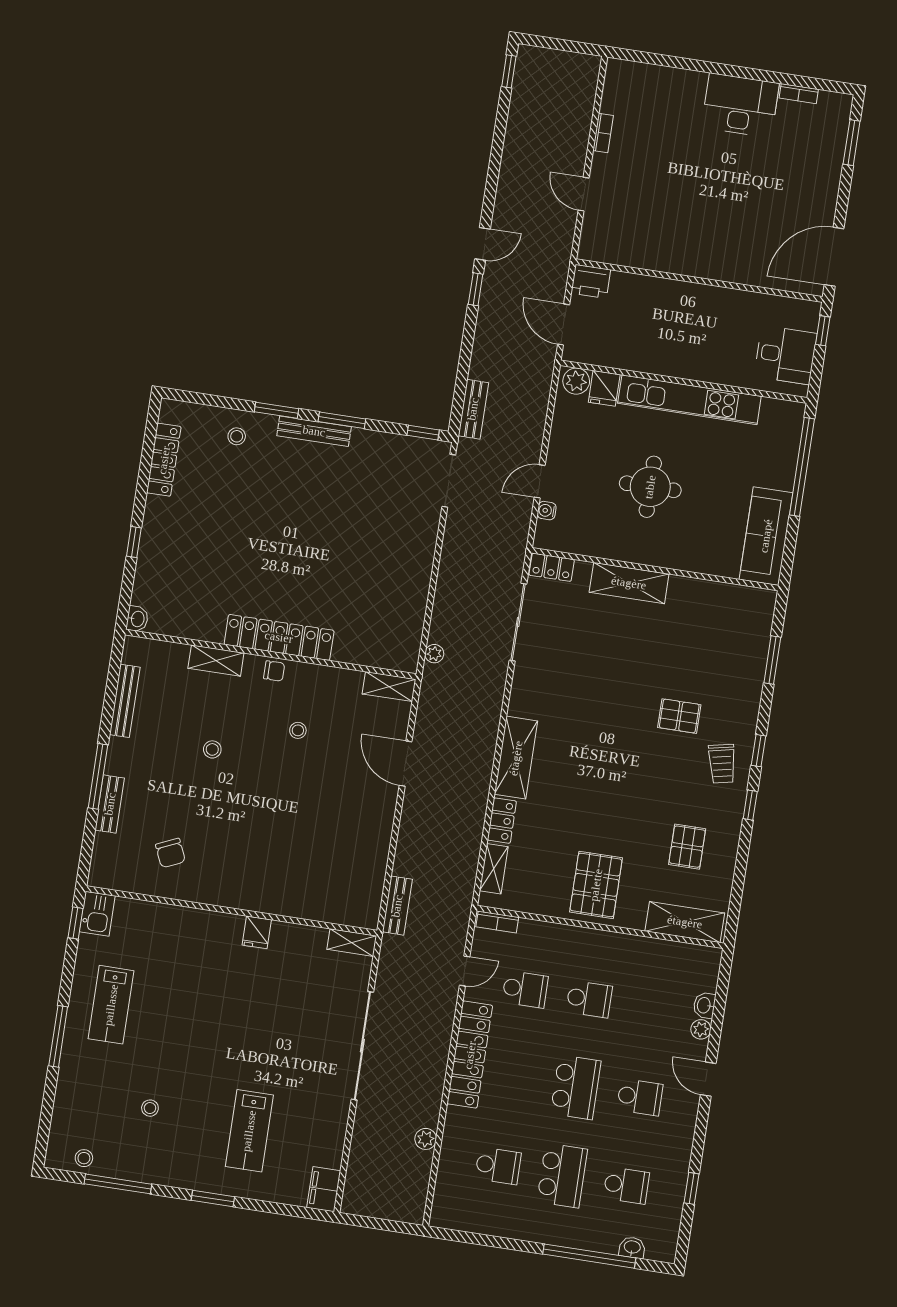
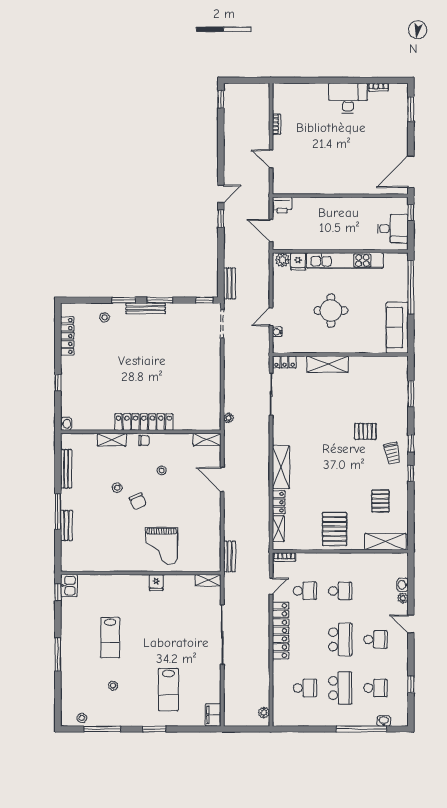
chair: (170, 853) -> (138, 501), moved
grand piano: (277, 867) -> (162, 546), added
lab bench: (111, 1005) -> (110, 638), moved
plant: (426, 1139) -> (264, 713), moved

